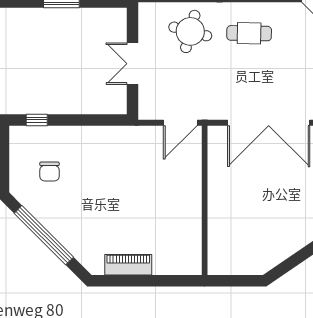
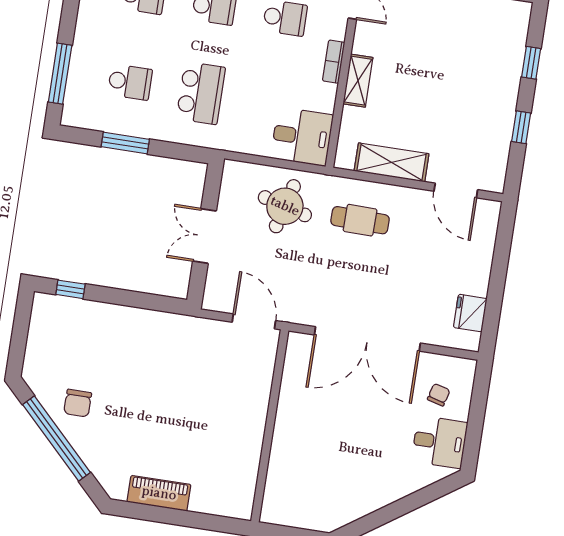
door: (180, 123) -> (254, 321), swing flipped
chair: (50, 171) -> (78, 403), moved

